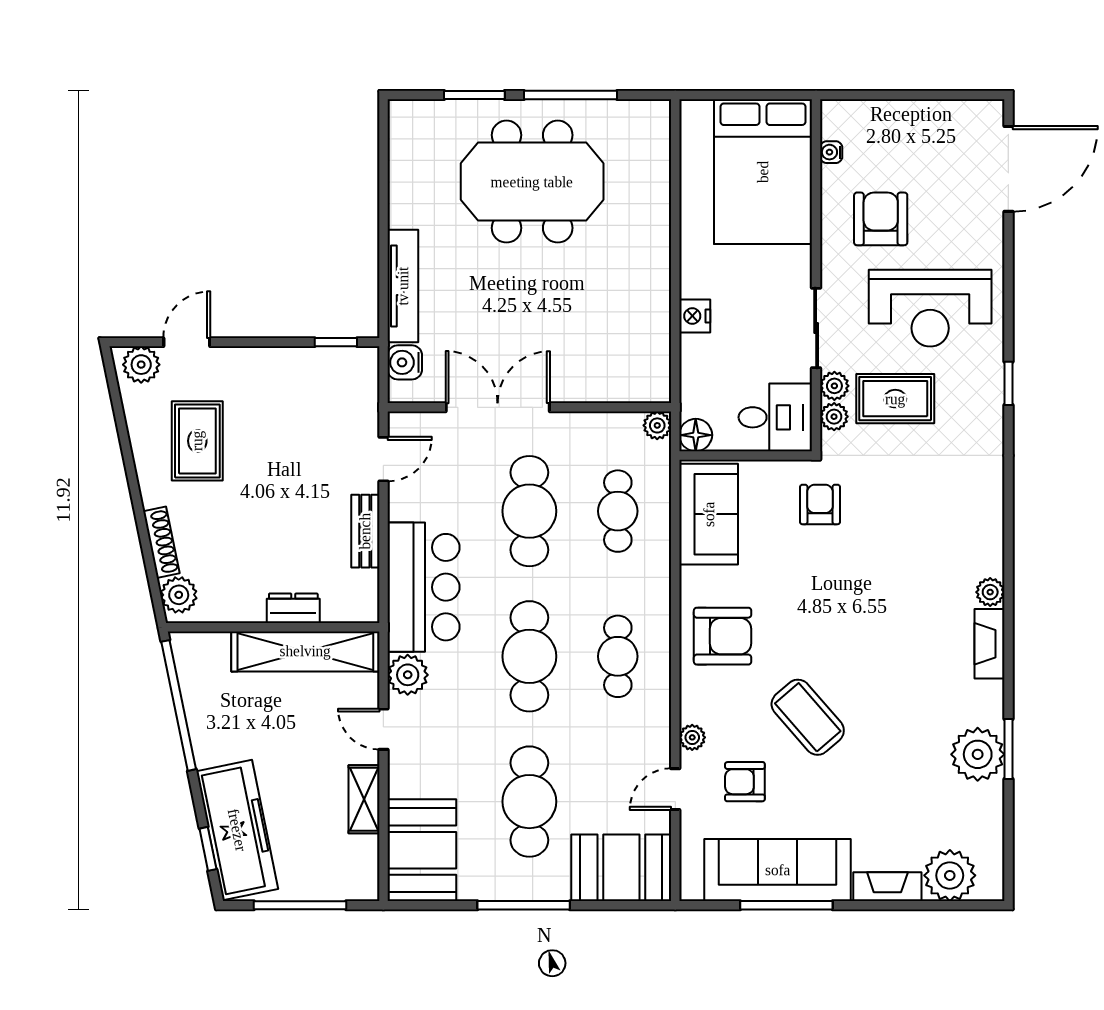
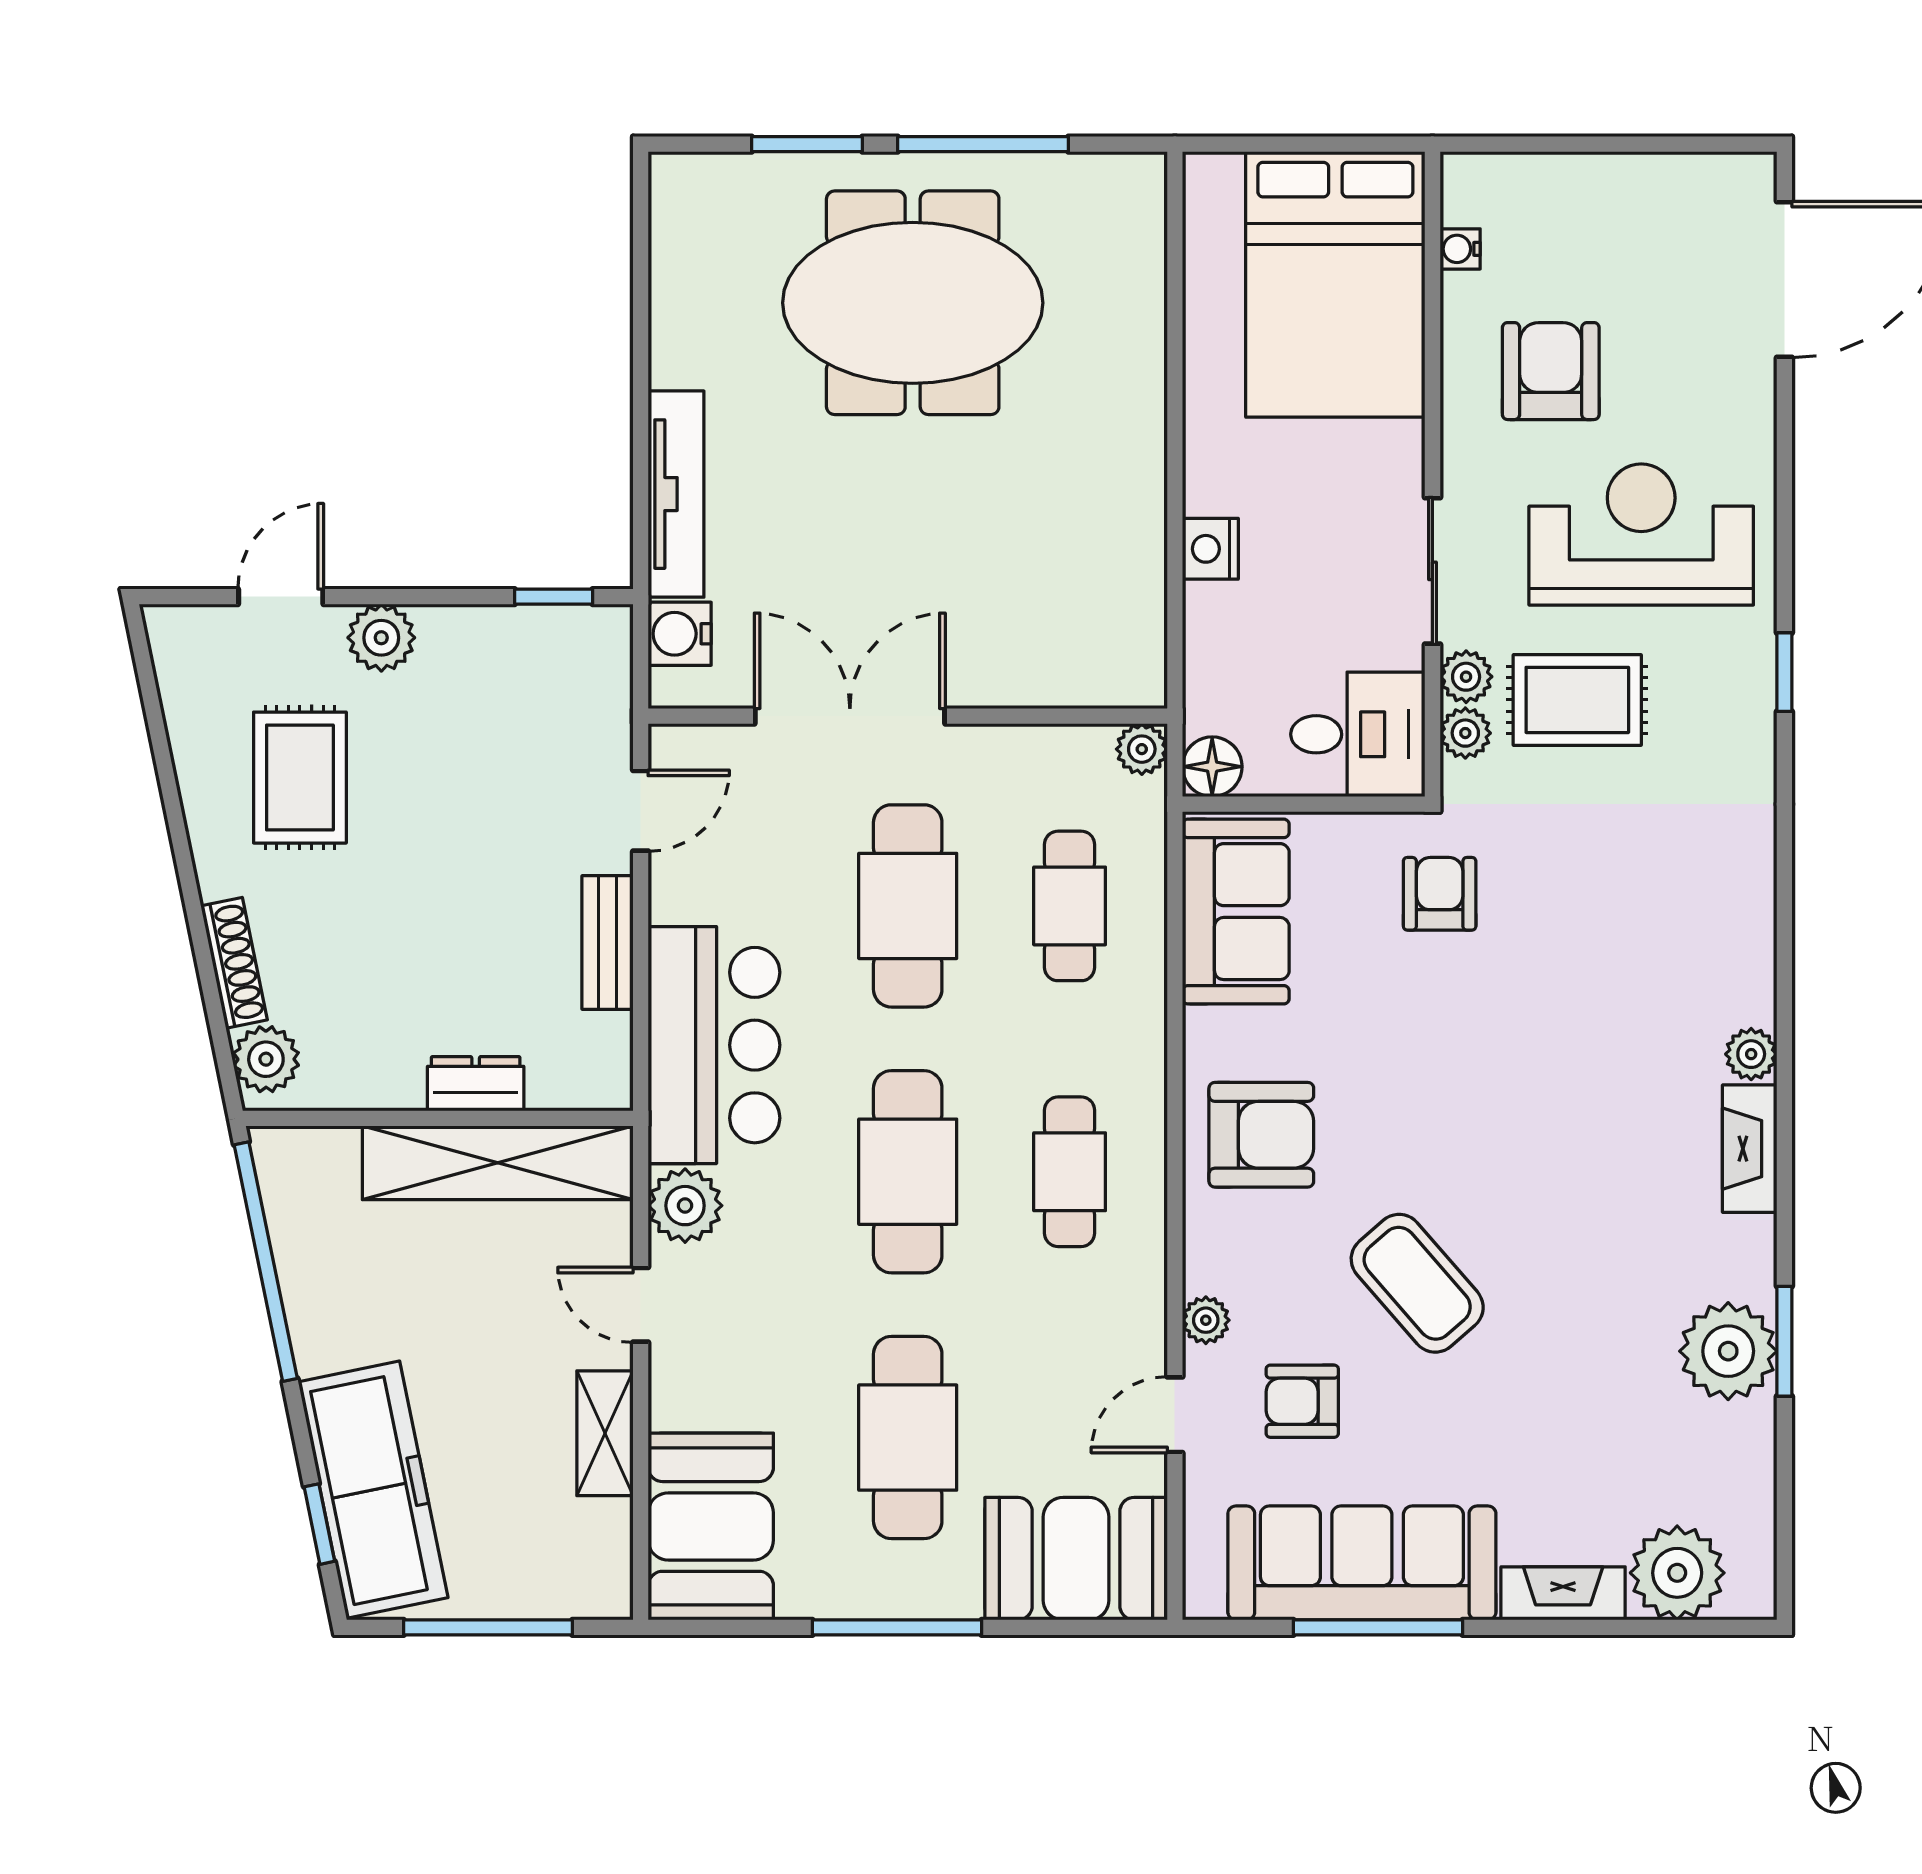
reception desk: (930, 308) -> (1641, 534), turned 180
plant: (141, 365) -> (381, 638), moved

